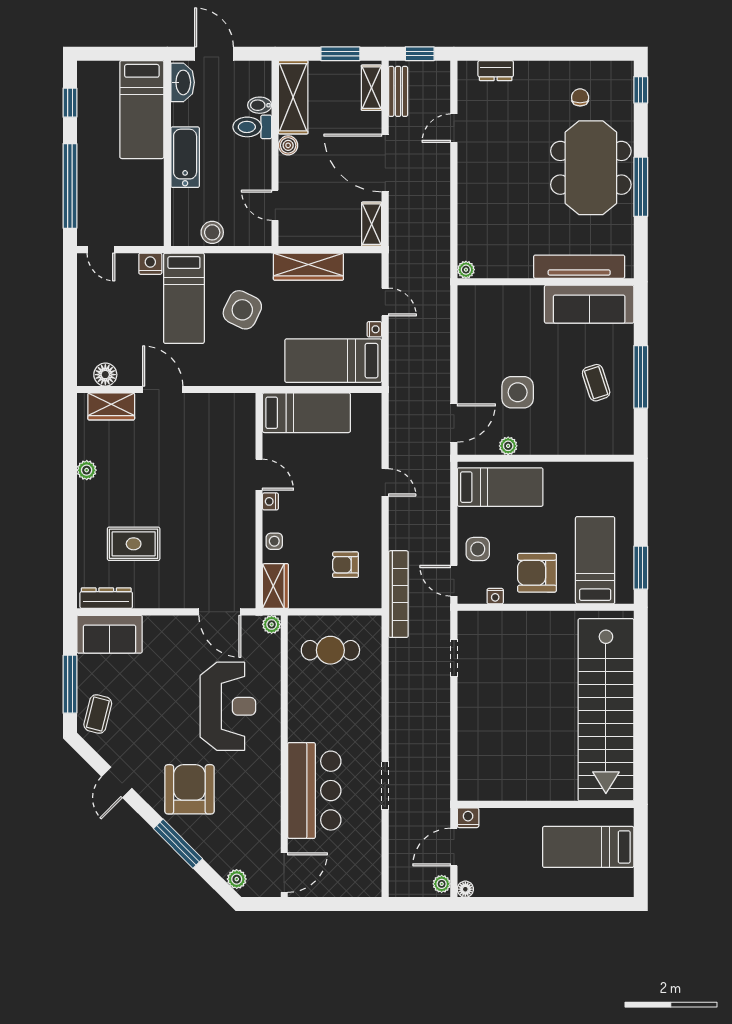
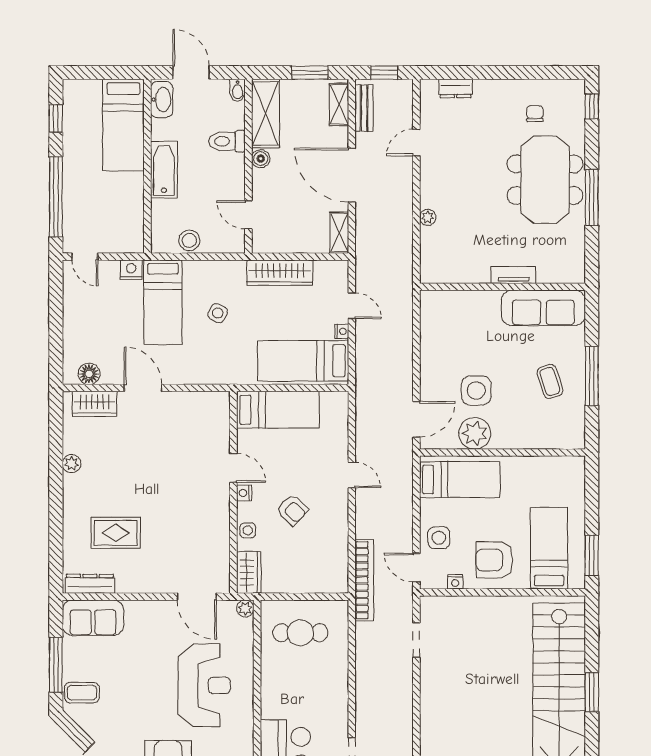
bidet: (260, 105) -> (238, 90), moved, turned -90
tv unit: (579, 267) -> (514, 275), width x0.52, depth x0.78
plant: (466, 270) -> (428, 217), moved
side table: (242, 310) -> (218, 313), width x0.54, depth x0.54
plant: (508, 446) -> (475, 433), width x1.87, depth x1.87
armchair: (346, 565) -> (292, 510), moved, turned -137
coffee table: (98, 714) -> (82, 693), turned 76
window: (641, 714) -> (592, 692), added

